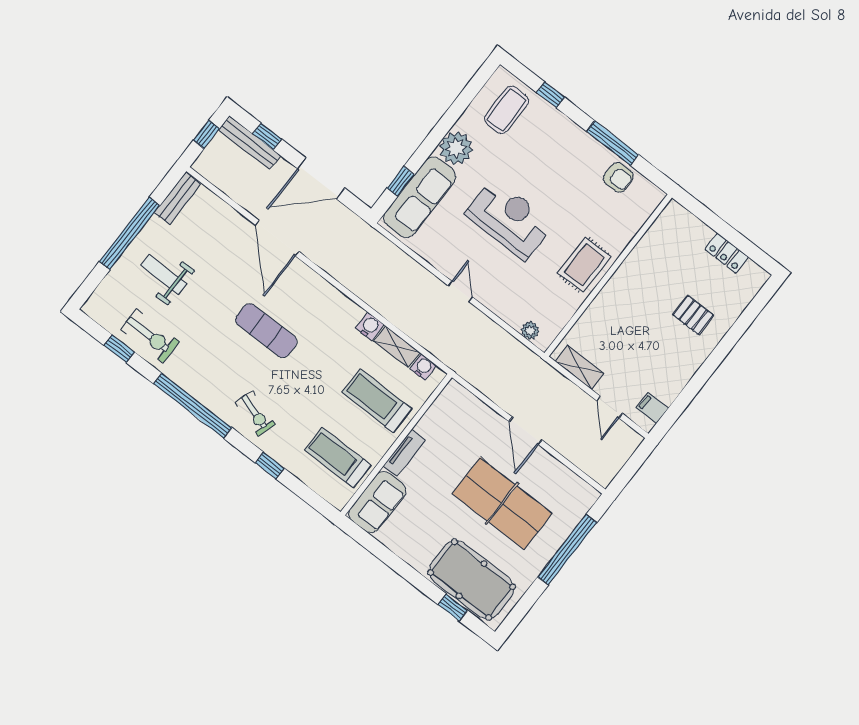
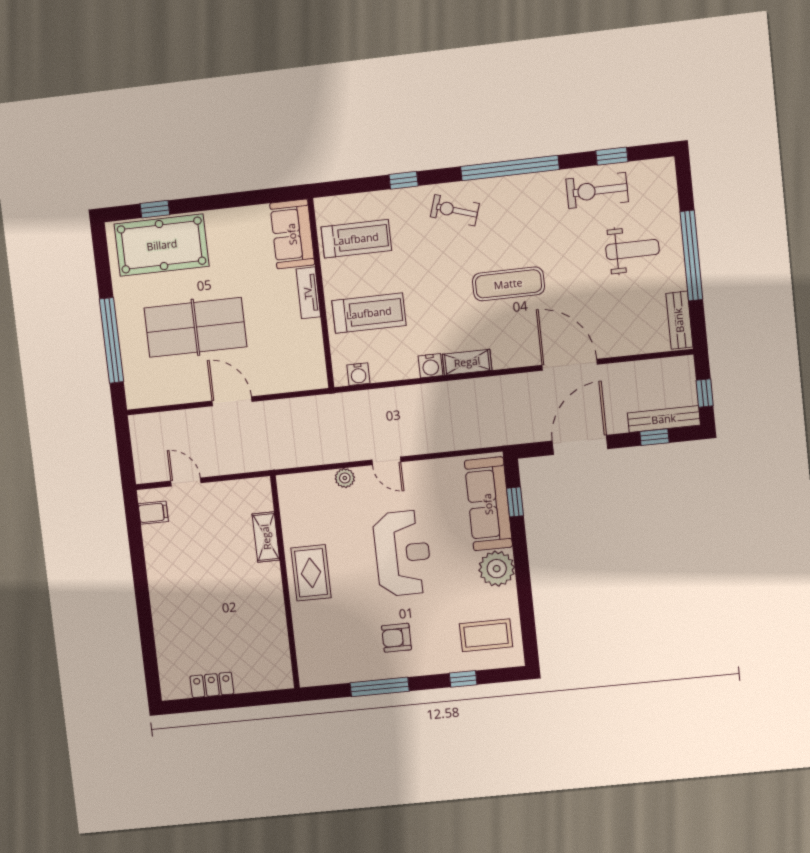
coffee table: (506, 110) -> (486, 635), turned 90
armchair: (618, 177) -> (396, 638), moved
reception desk: (509, 219) -> (403, 553), turned -90
pallet: (693, 315) -> (191, 614), removed
plant: (530, 331) -> (345, 478), moved
shelving: (397, 347) -> (467, 362), moved
shelving: (580, 367) -> (266, 537), moved, turned 90

